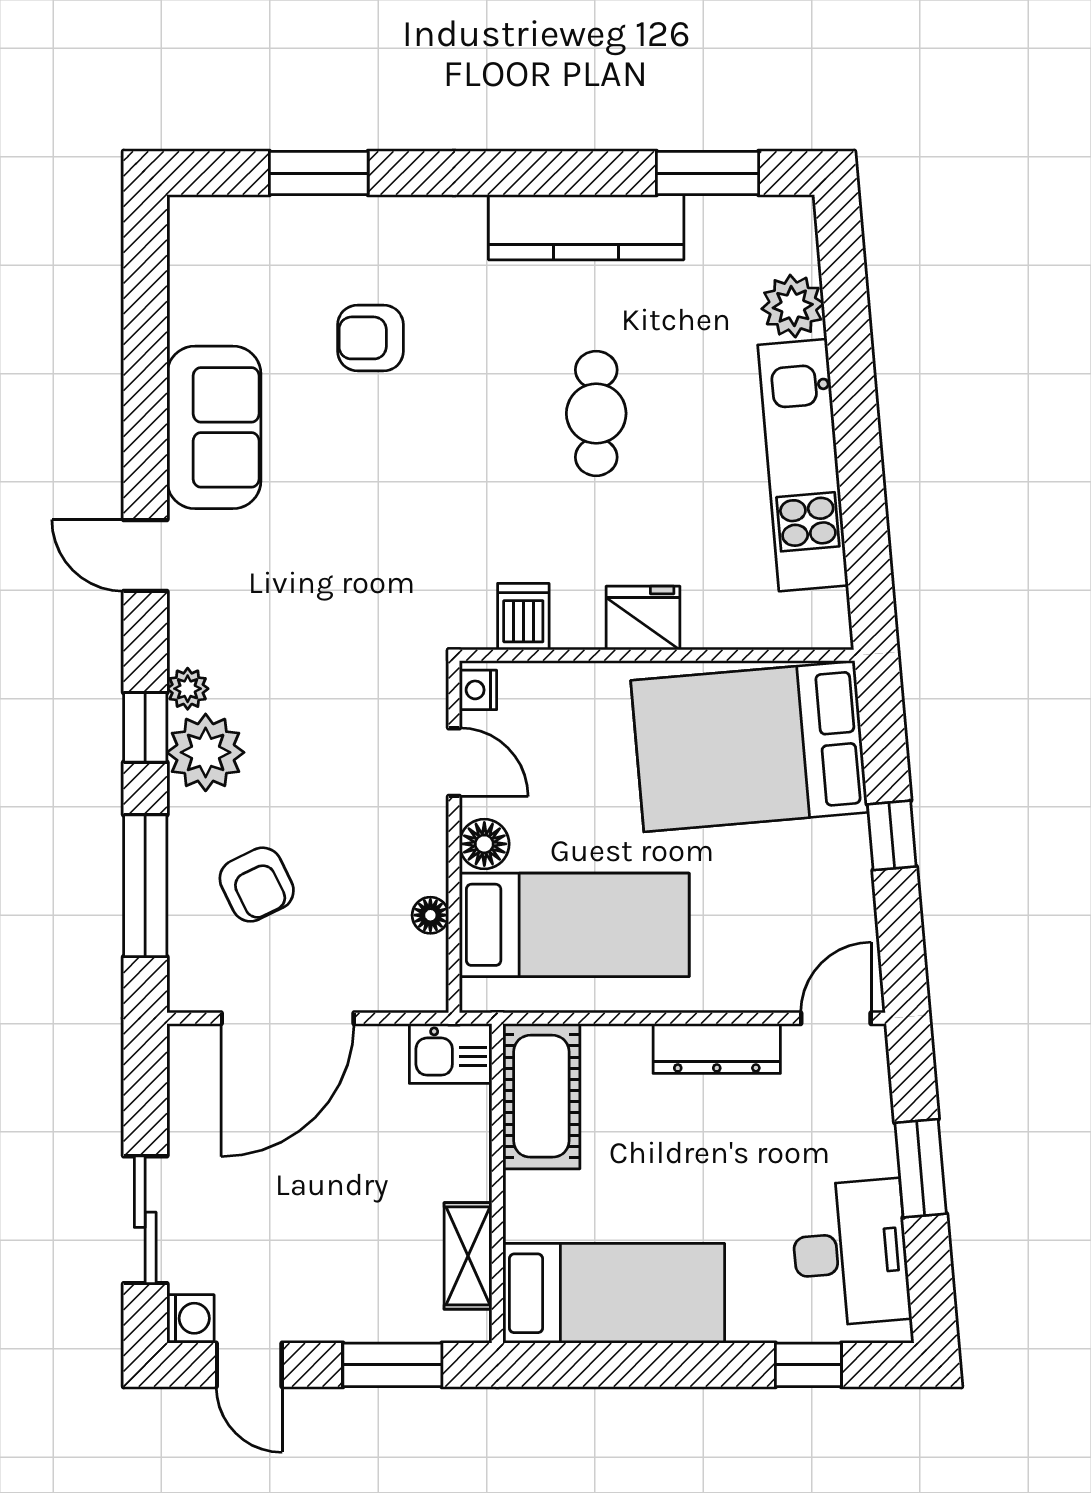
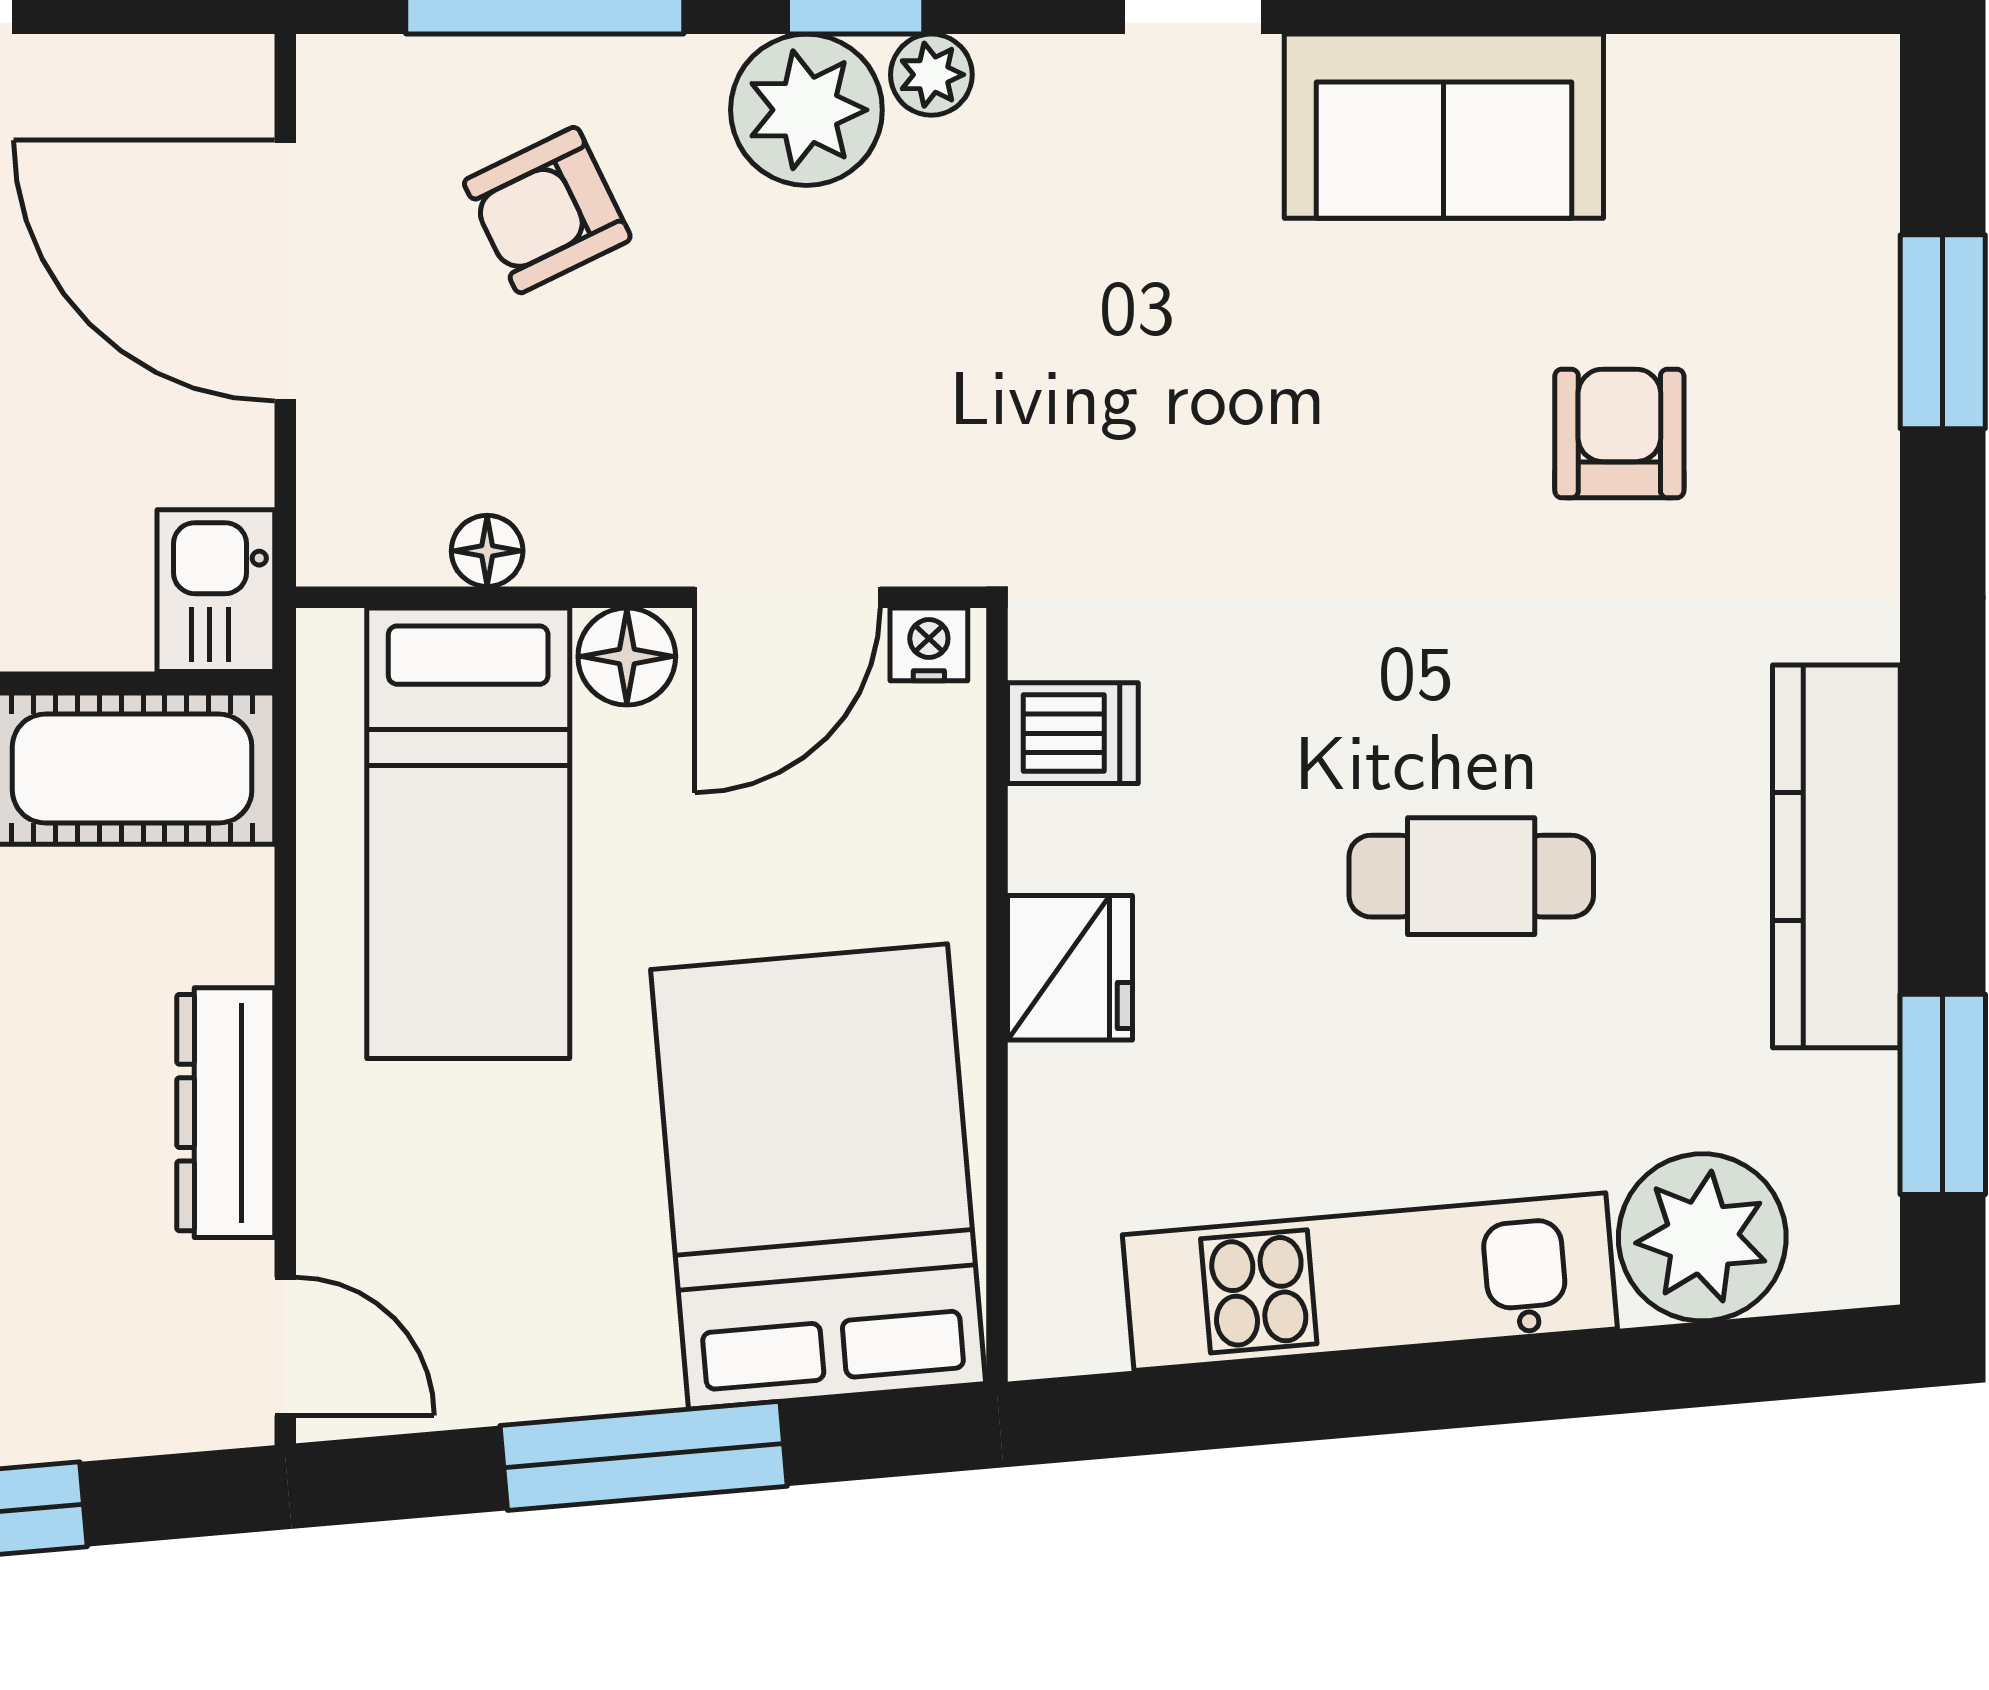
plant: (793, 306) -> (1702, 1237), width x1.36, depth x1.36
door: (454, 762) -> (787, 597), width x1.38
window: (892, 835) -> (644, 1456), width x2.17

